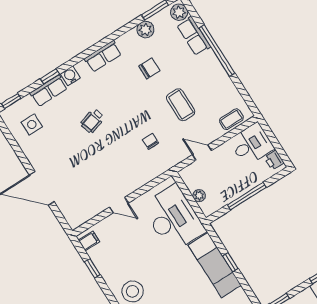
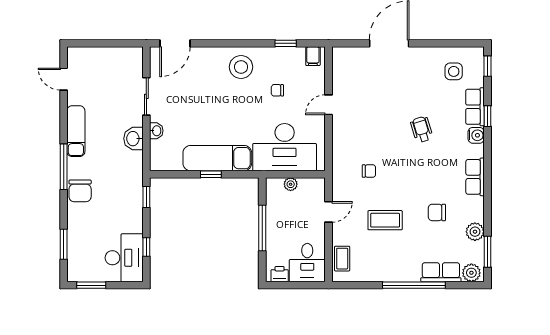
chair: (149, 68) -> (437, 212), turned 90
chair: (133, 252) -> (277, 90), added

